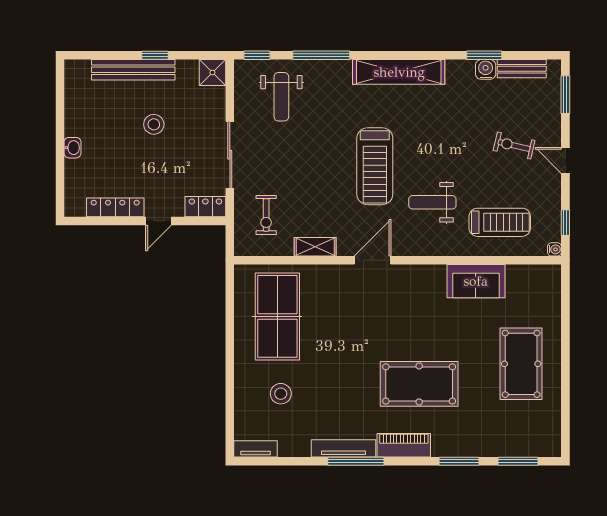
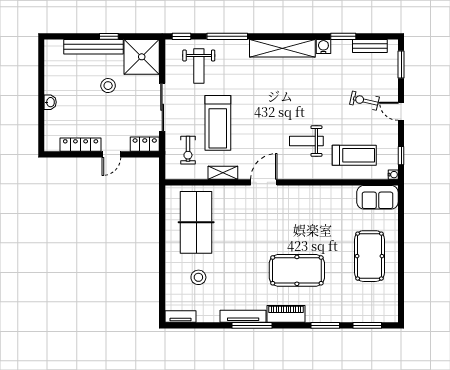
water cooler: (486, 69) -> (323, 46), moved
shower: (212, 73) -> (142, 57), width x1.86, depth x1.86
treadmill: (375, 166) -> (218, 123), moved
sofa: (476, 281) -> (377, 197), moved

